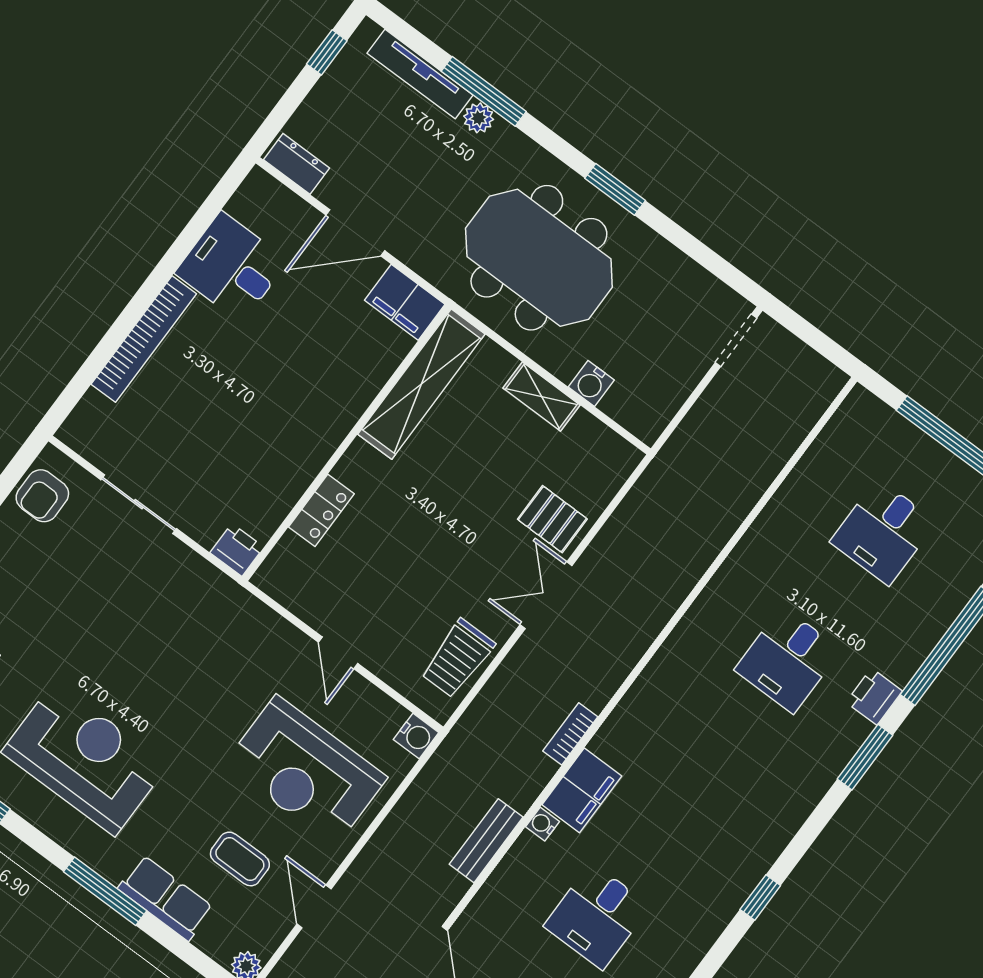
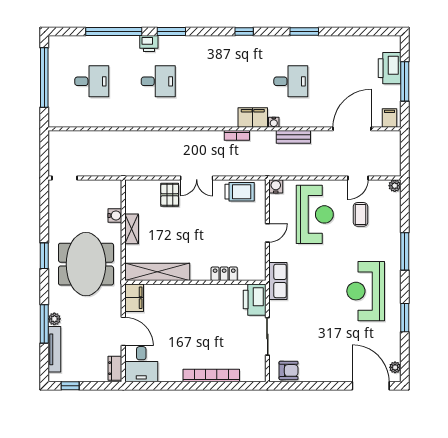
desk: (232, 267) -> (141, 364), moved
printer: (237, 550) -> (255, 300), width x1.87, depth x1.48
row of seats: (166, 898) -> (278, 281), moved, turned 180

